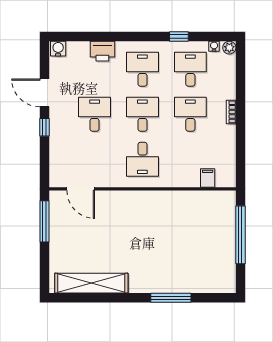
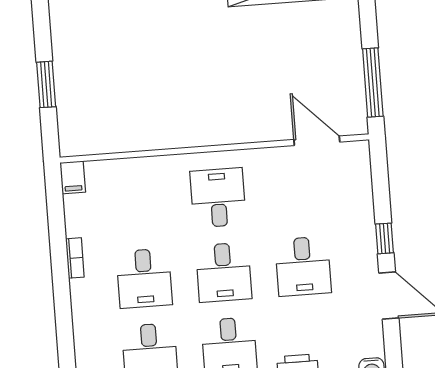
bookcase: (231, 112) -> (75, 258), moved
filing cabinet: (208, 178) -> (73, 177), moved
window: (240, 235) -> (46, 84), width x0.47

